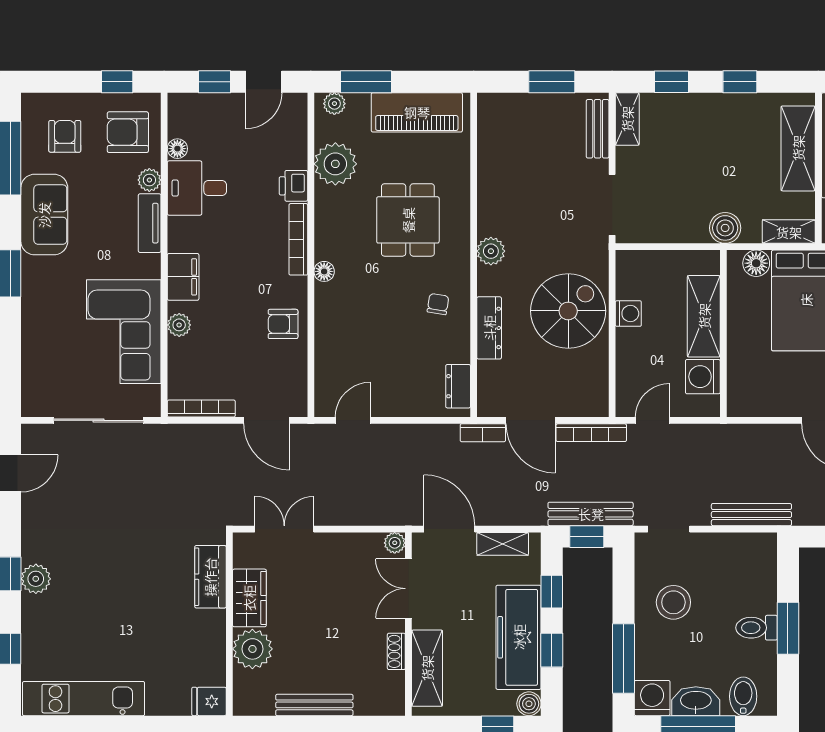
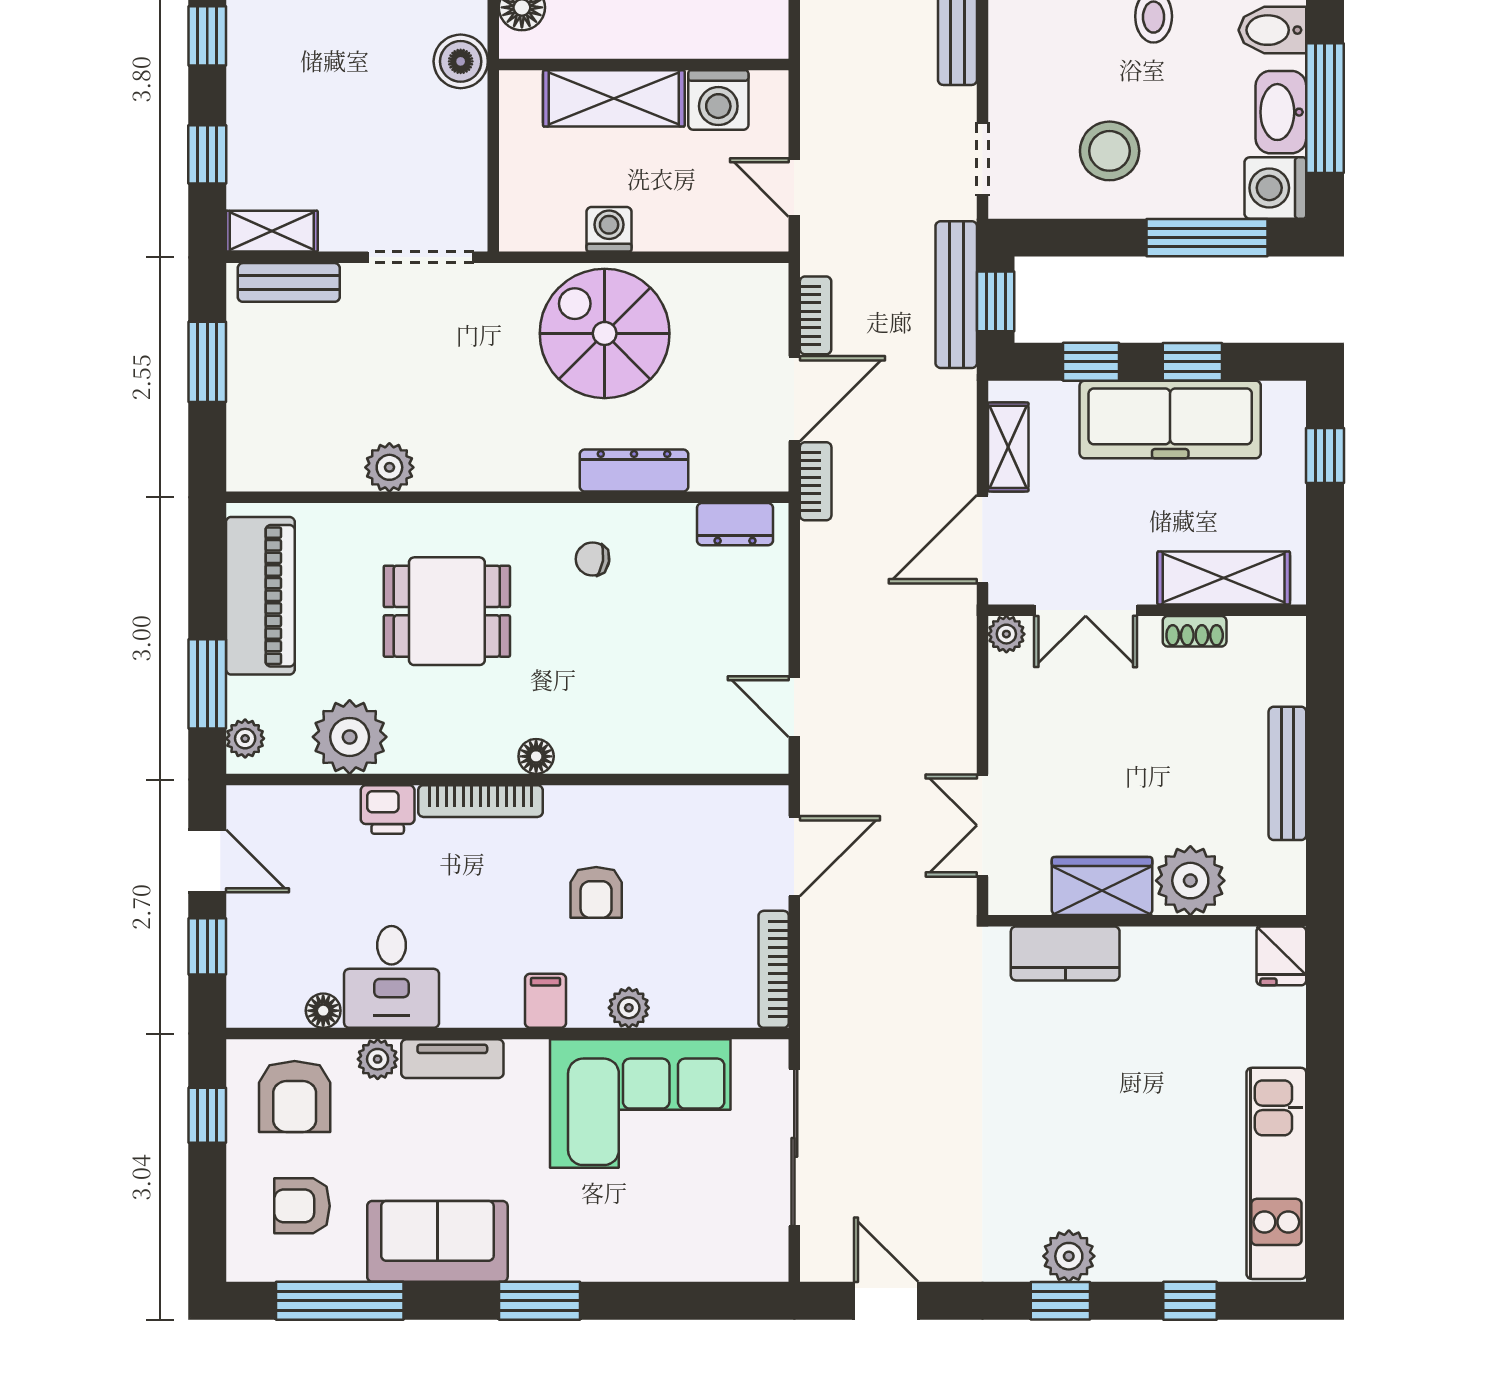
plant: (491, 251) -> (389, 467), moved
filing cabinet: (183, 277) -> (546, 1001), width x0.50
armchair: (283, 324) -> (596, 892), moved
bookcase: (591, 433) -> (816, 315), width x0.64
boiler: (529, 704) -> (1285, 401), removed

